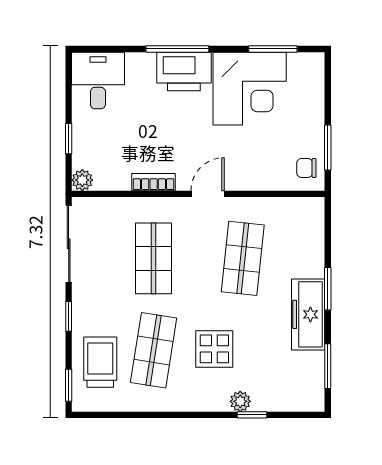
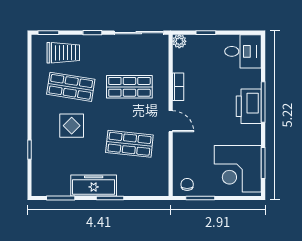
corner desk: (250, 89) -> (238, 169), moved
plant: (240, 401) -> (38, 142), removed

